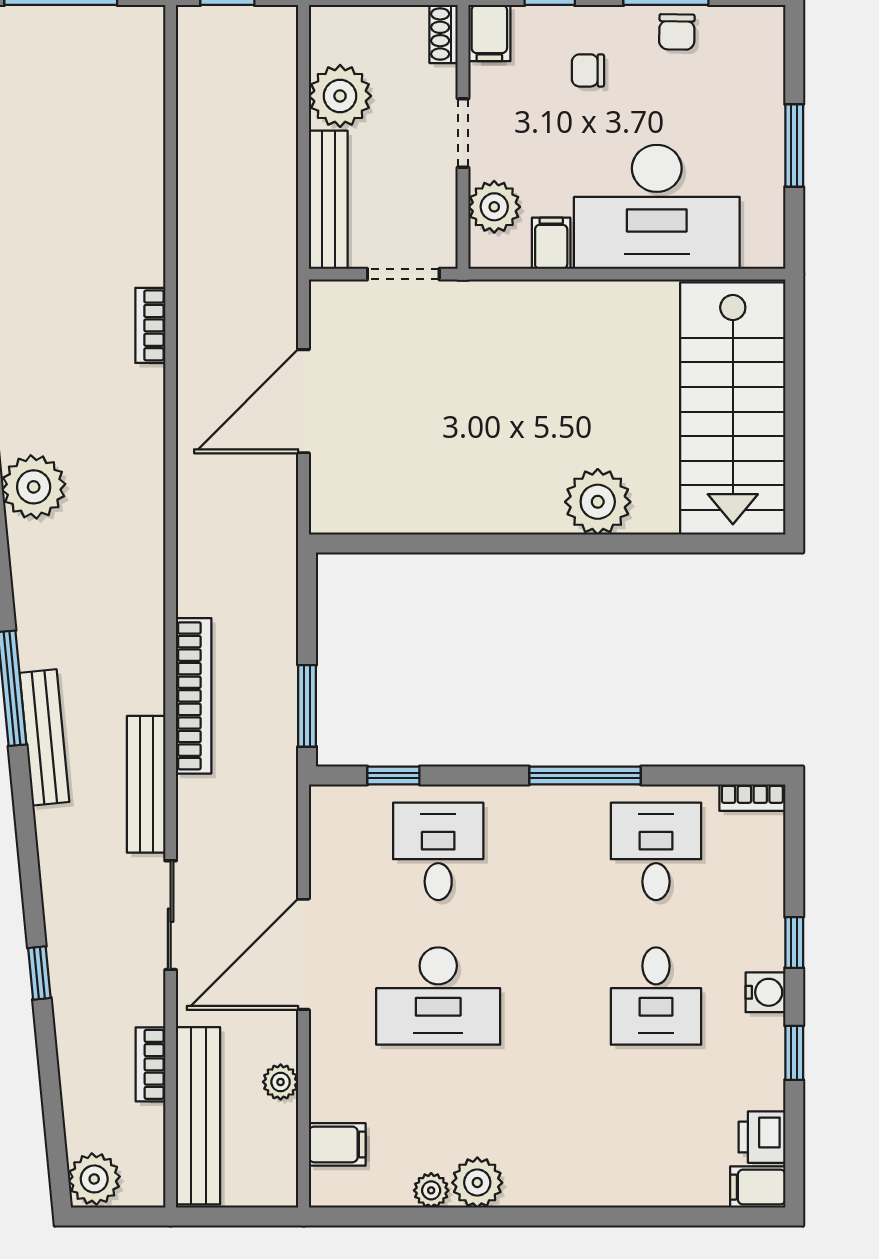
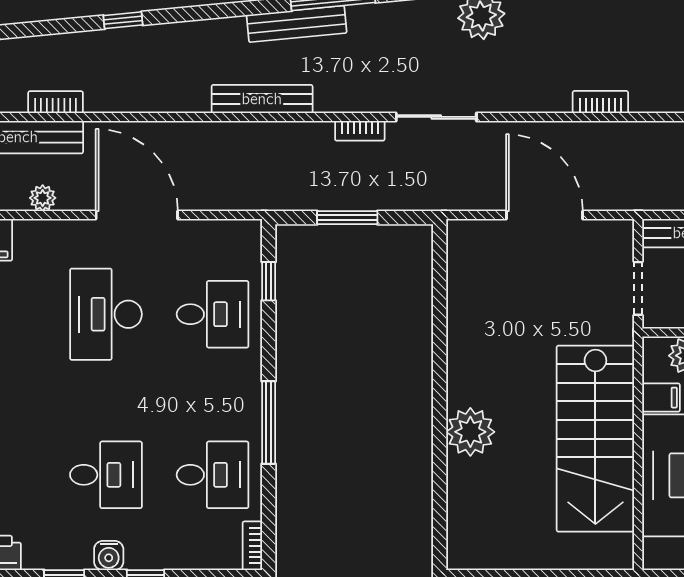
stairs: (733, 408) -> (595, 439), moved, turned -90
bookcase: (194, 696) -> (360, 131), width x0.43, depth x0.76
window: (307, 706) -> (347, 218), moved
sliding door: (171, 915) -> (436, 117), moved
desk: (656, 996) -> (106, 475), turned 180

